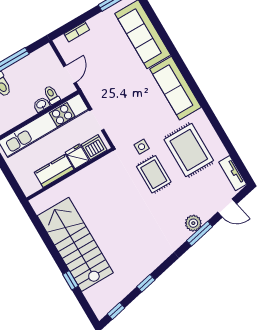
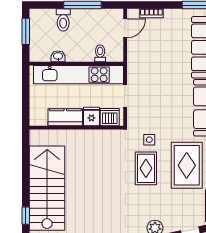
door: (70, 74) -> (125, 28), moved
washbasin: (41, 105) -> (58, 56), moved

